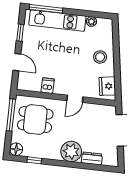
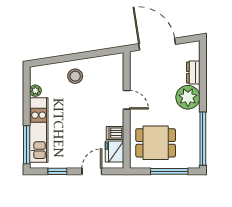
fridge: (107, 86) -> (114, 151), moved, turned 99
window: (11, 115) -> (169, 171), moved
dining table: (35, 119) -> (156, 143), turned 90
floor lamp: (16, 149) -> (192, 161), removed
window: (34, 160) -> (203, 139), width x3.17

